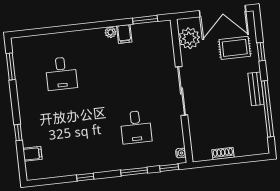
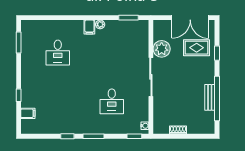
filing cabinet: (124, 34) -> (89, 27), moved
plant: (189, 38) -> (162, 49), moved
bench: (256, 89) -> (210, 97), moved
window: (134, 172) -> (93, 136), moved

